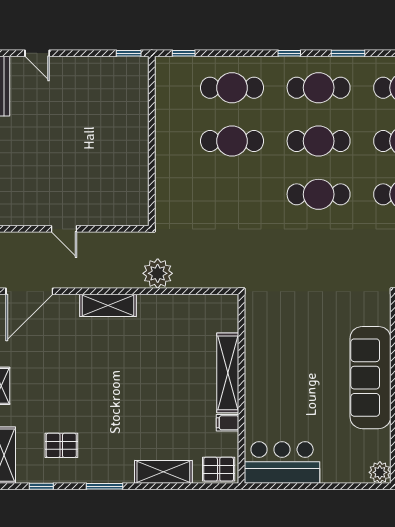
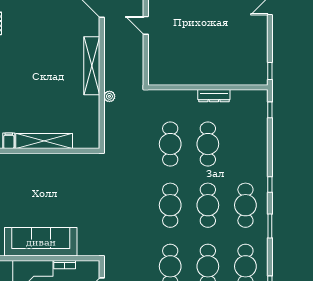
cafe table: (232, 88) -> (170, 144), moved
dresser: (164, 132) -> (214, 96), added
door: (64, 229) -> (146, 25), hinge flipped
plant: (158, 273) -> (109, 96), width x0.53, depth x0.53
shelving: (108, 305) -> (92, 66), width x1.47

